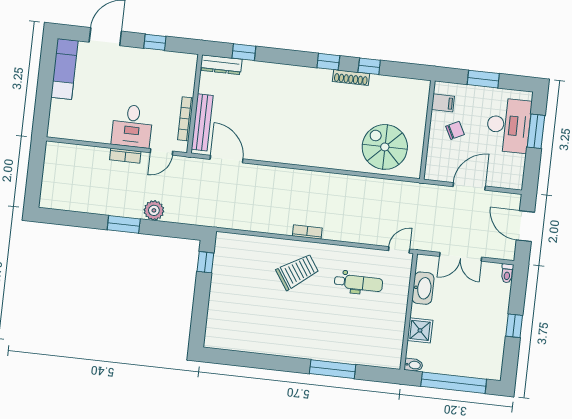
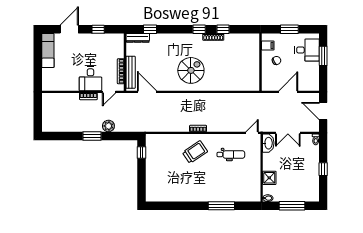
desk: (509, 125) -> (307, 50), width x0.73
spiral stairs: (385, 147) -> (191, 70), moved, turned 90
washbasin: (423, 288) -> (268, 143), moved
window: (454, 383) -> (292, 206), width x0.68

